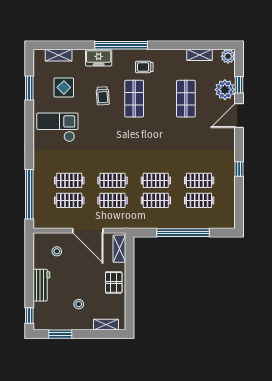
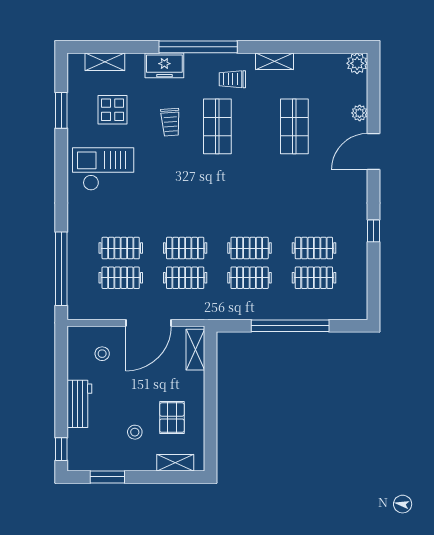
shelving: (200, 55) -> (274, 61), moved
window: (239, 85) -> (373, 106), removed
plant: (225, 90) -> (360, 113), width x0.53, depth x0.53
door: (88, 231) -> (149, 323), hinge flipped
pallet: (114, 282) -> (172, 418), moved

